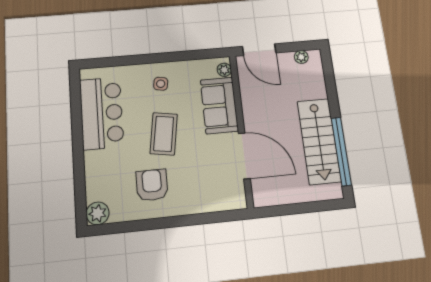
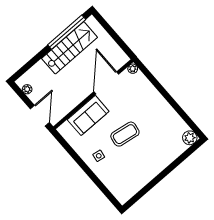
plant: (224, 70) -> (133, 69), moved
bar counter: (102, 113) -> (137, 175), removed
armchair: (152, 185) -> (156, 121), removed

